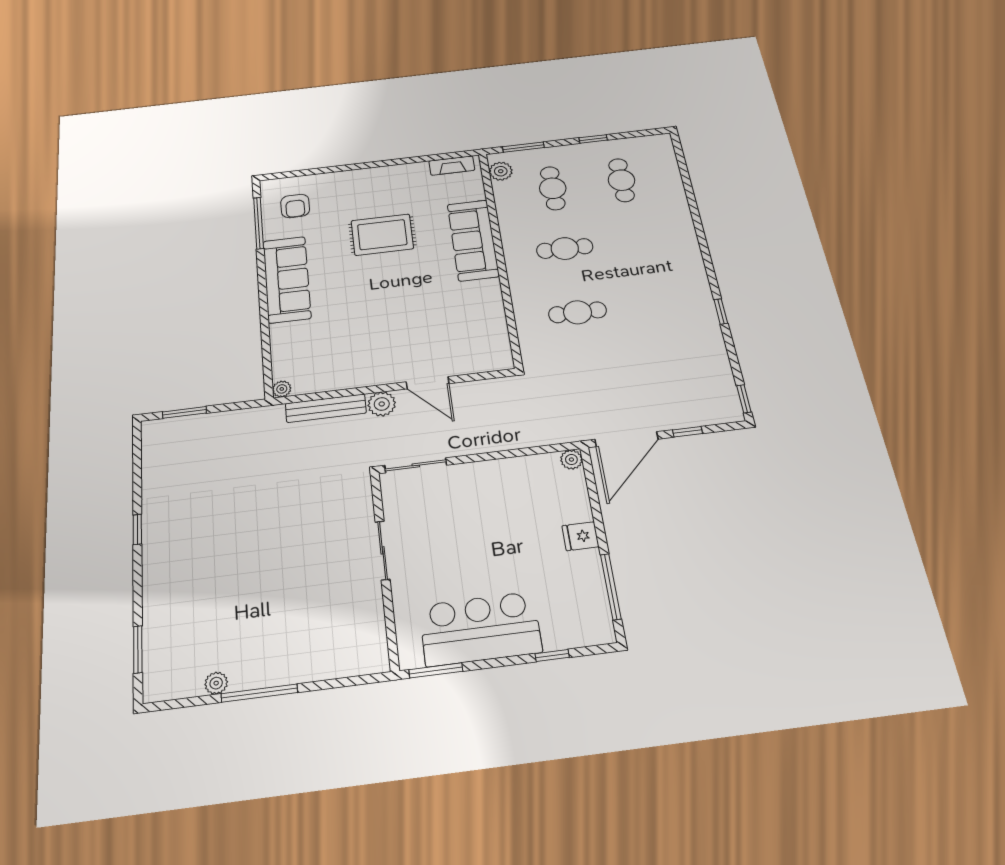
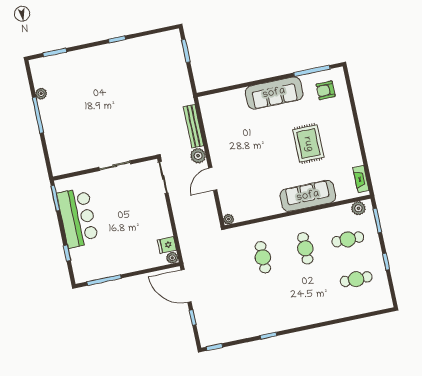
plant: (282, 389) -> (228, 219), moved
fridge: (580, 536) -> (167, 245), moved, turned -90

